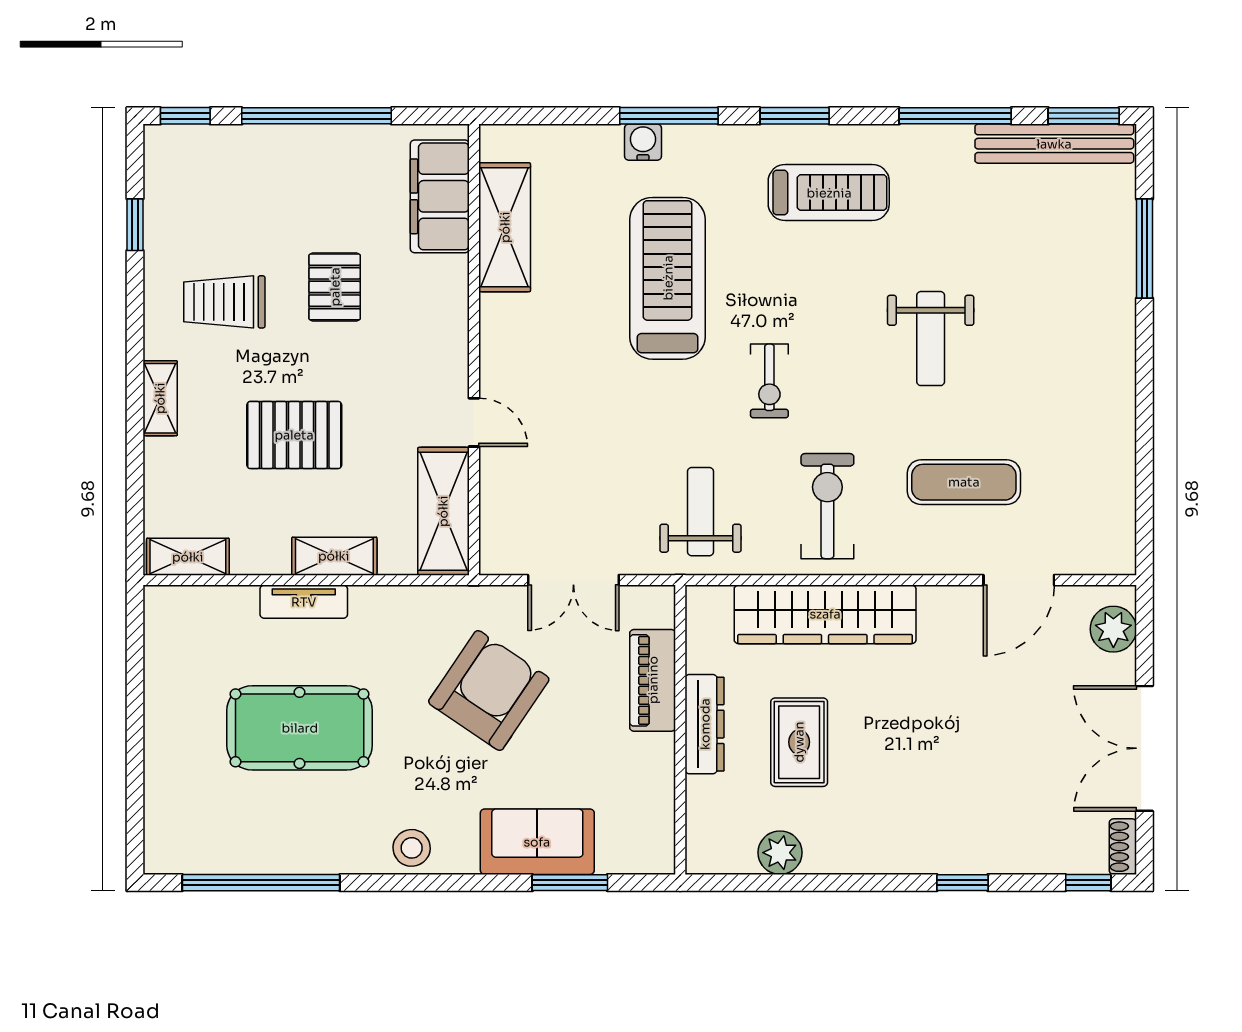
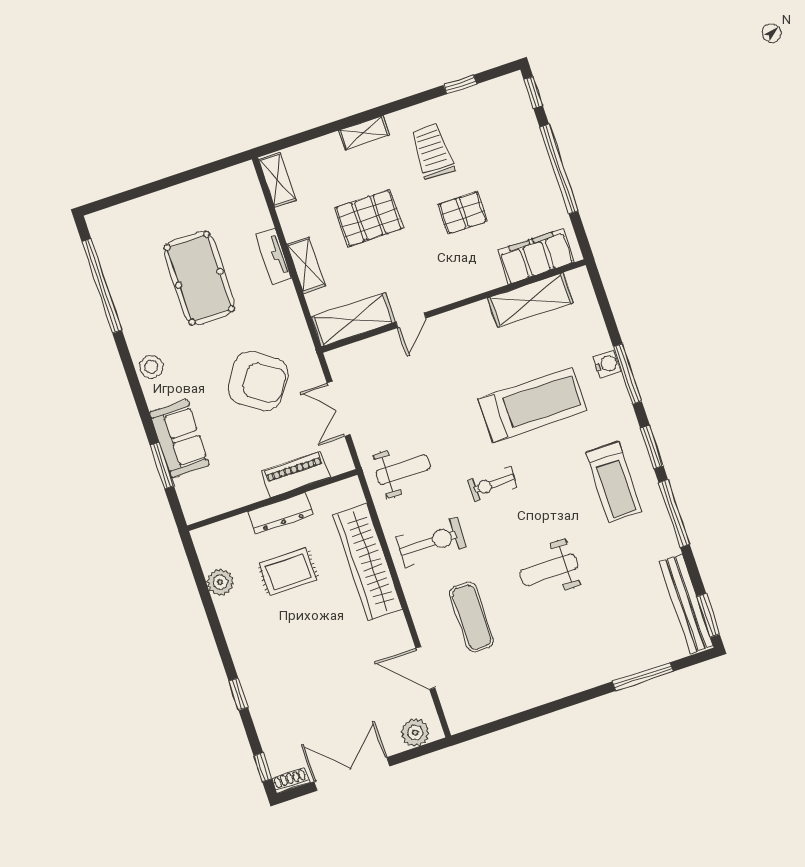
window: (955, 116) -> (674, 513), moved
pallet: (294, 435) -> (369, 218), turned 90

